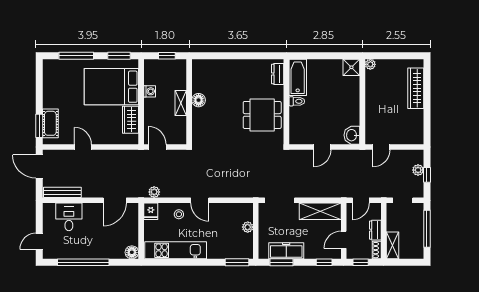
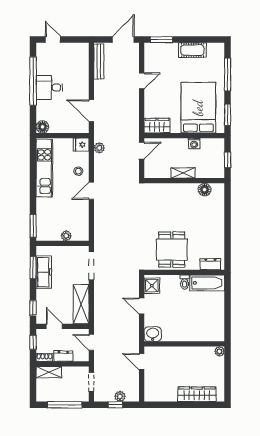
shower: (351, 67) -> (152, 286), moved
floor lamp: (199, 100) -> (205, 190), moved
wardrobe: (131, 120) -> (157, 126), moved
cot: (50, 123) -> (192, 50), moved
desk: (69, 217) -> (49, 88), moved, turned 180

